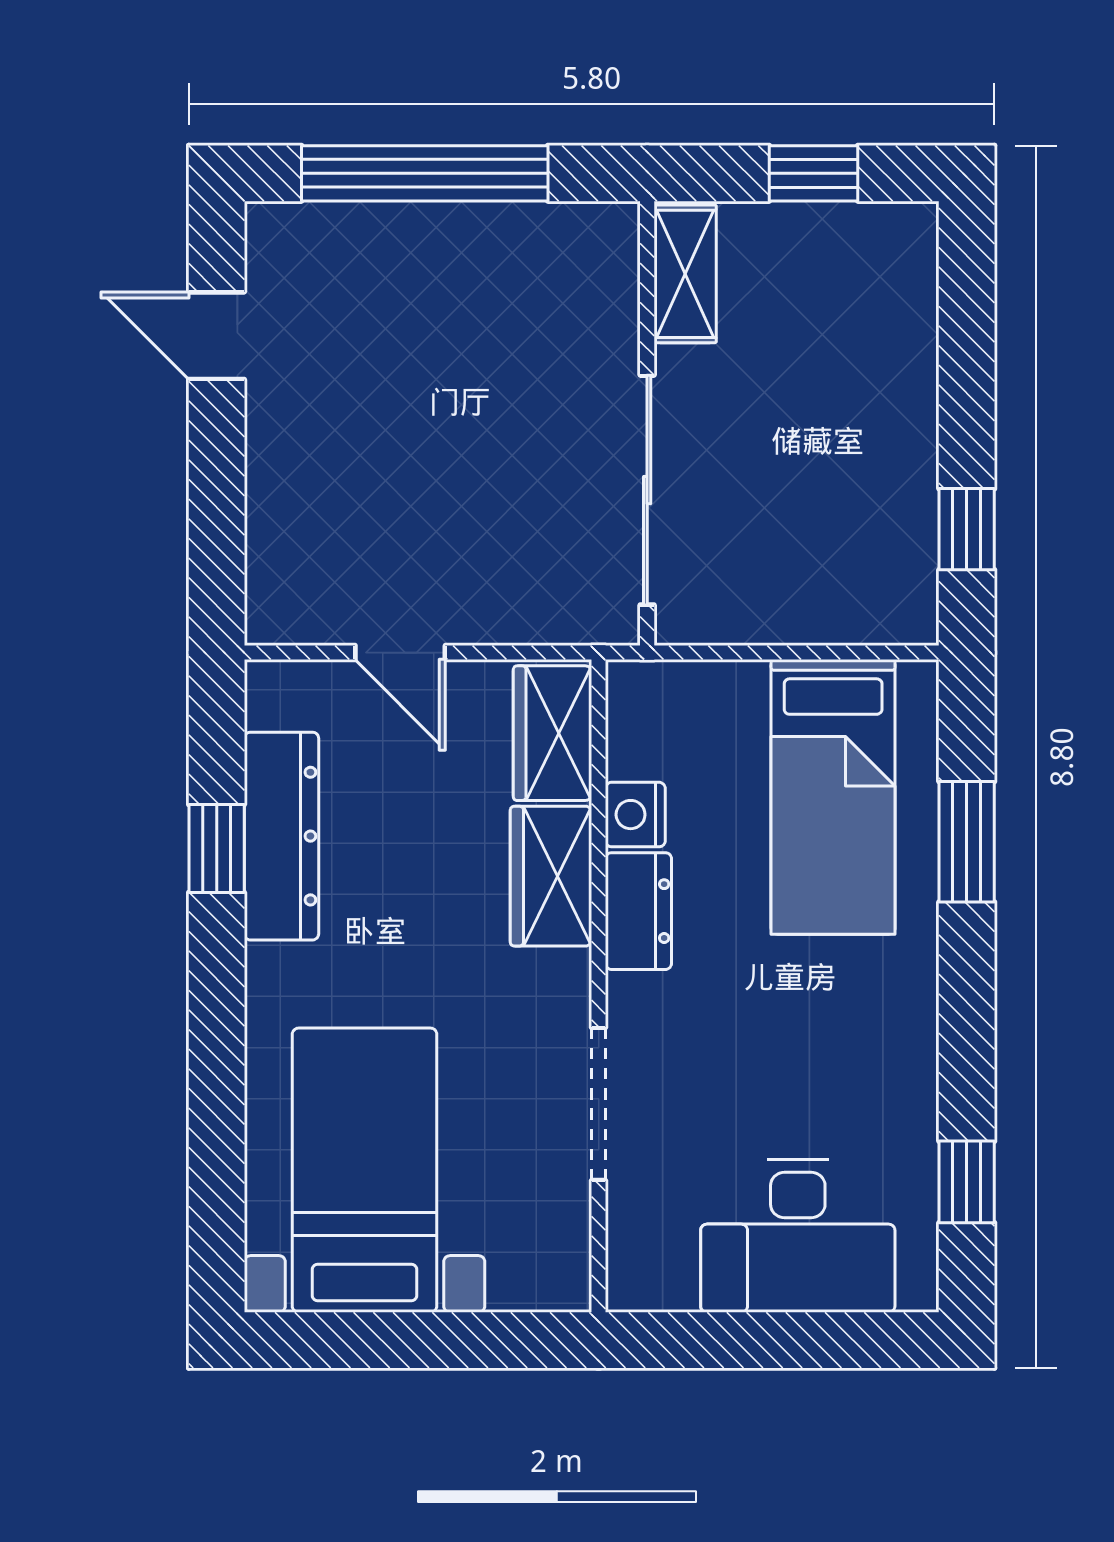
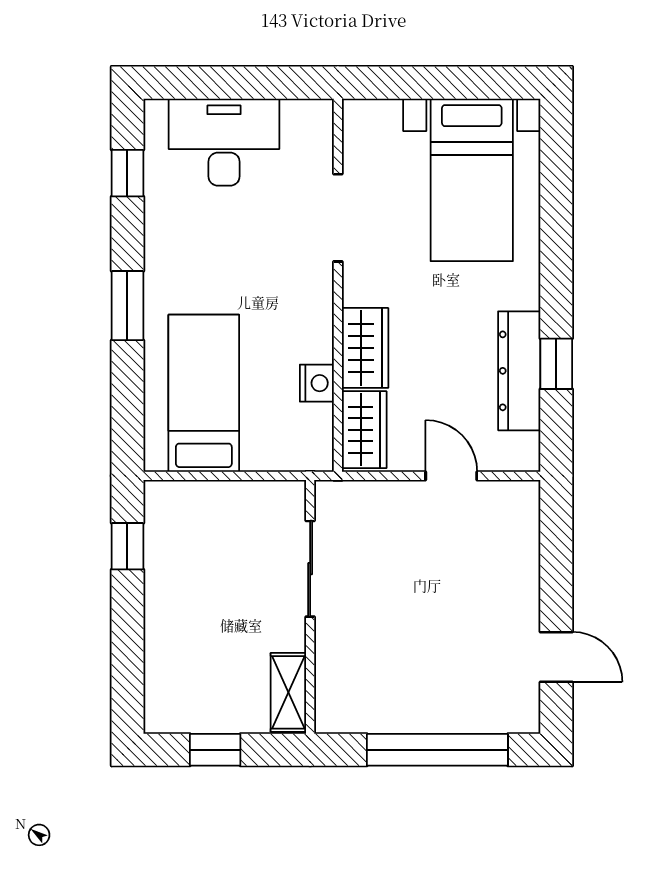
sliding door: (647, 490) -> (310, 569), width x0.73
window: (967, 842) -> (127, 306), moved
dresser: (638, 911) -> (315, 328), removed

